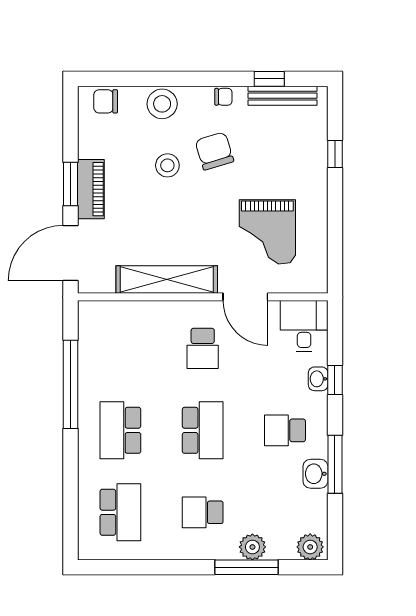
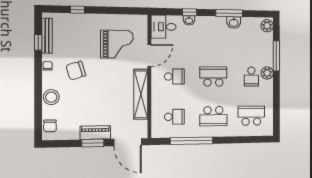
stool: (167, 165) -> (83, 94), removed
school desk: (285, 430) -> (174, 117), moved, turned -90
plant: (252, 547) -> (267, 73), moved

